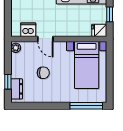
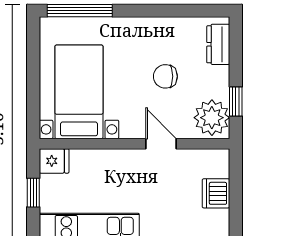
dishwasher: (28, 30) -> (216, 193), moved, turned 90
plant: (16, 48) -> (212, 118), width x1.87, depth x1.87
window: (8, 82) -> (236, 101), moved

